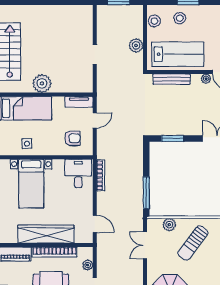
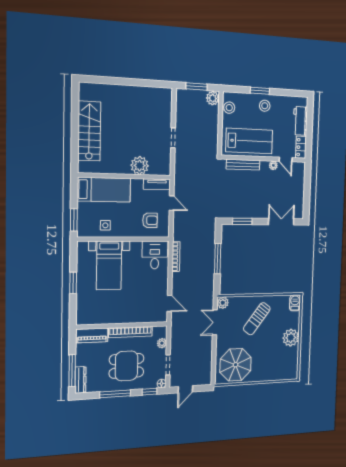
stool: (180, 18) -> (265, 106), moved
plant: (136, 45) -> (213, 98), moved
plant: (42, 83) -> (140, 166), moved
door: (95, 120) -> (172, 203), hinge flipped
window: (146, 193) -> (218, 259), moved
plant: (169, 225) -> (223, 303), moved
wardrobe: (46, 234) -> (123, 315), removed

